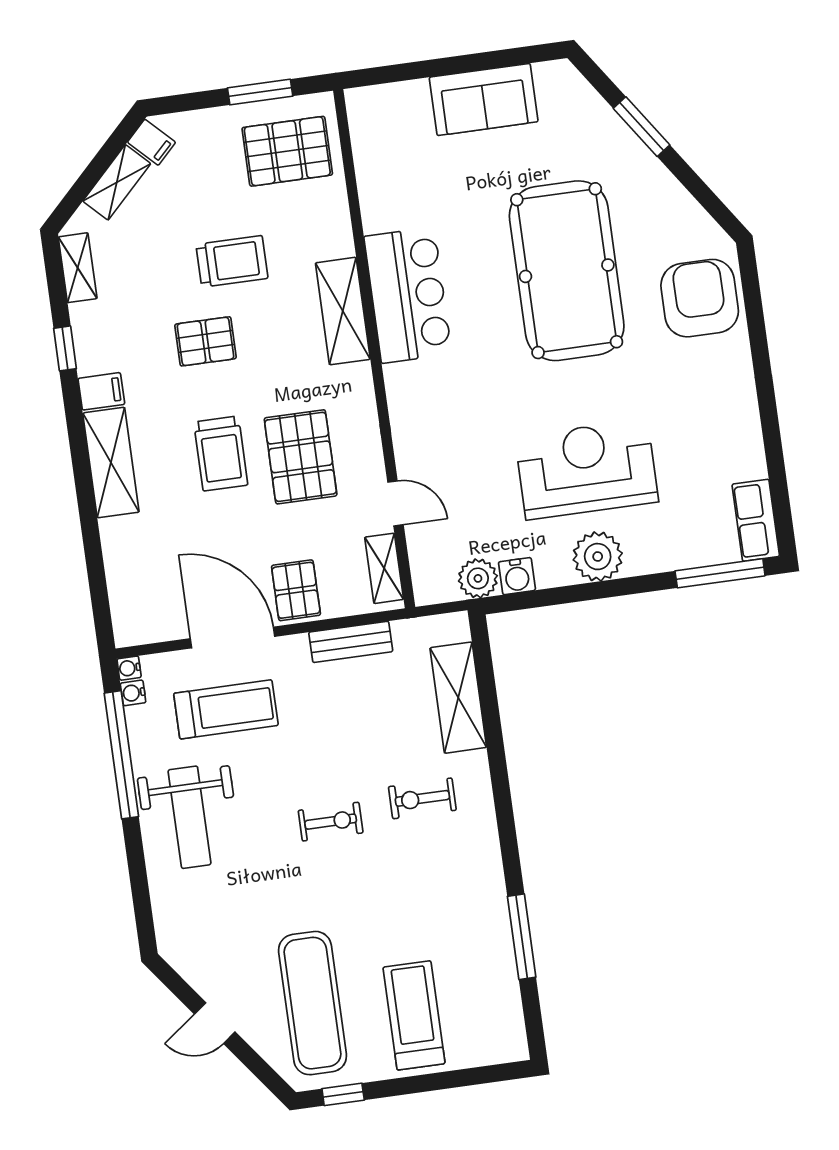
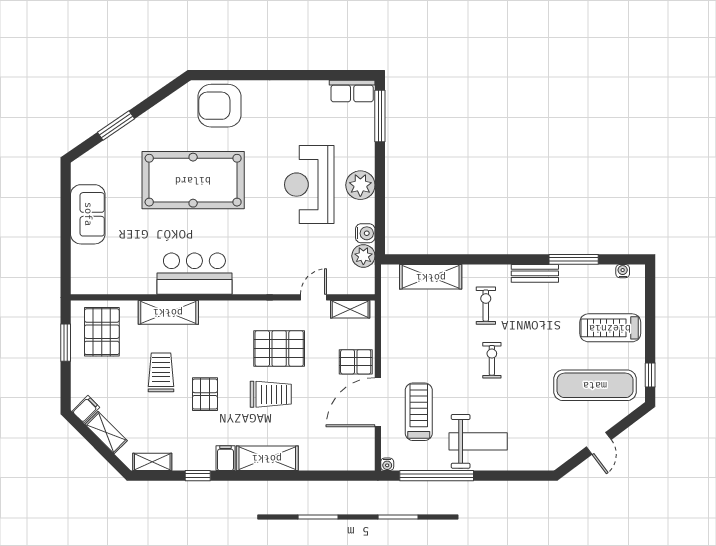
shelving: (343, 311) -> (168, 312), moved
bench: (351, 642) -> (535, 273), moved, turned 90
water cooler: (133, 693) -> (623, 271), moved, turned 180
exercise bike: (422, 798) -> (486, 306), turned 180

